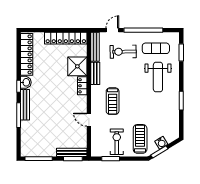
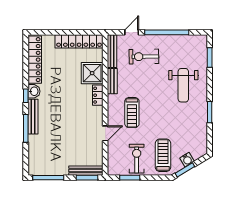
exercise mat: (156, 48) -> (181, 53), removed
door: (89, 120) -> (105, 133), swing flipped

